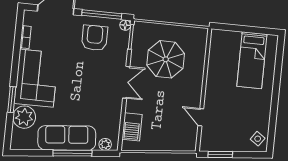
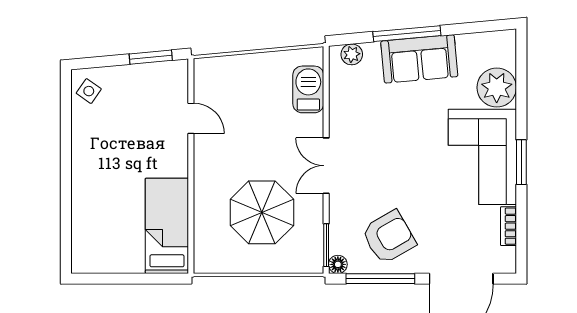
armchair: (95, 38) -> (389, 237), turned -120
bed: (252, 60) -> (167, 226), moved
window: (12, 100) -> (521, 162), moved
sofa: (67, 138) -> (419, 59), width x0.73

